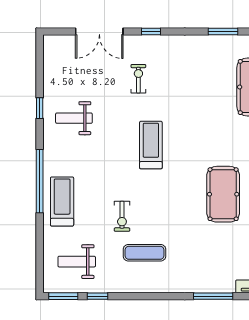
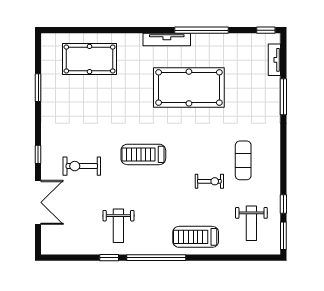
exercise bike: (138, 79) -> (82, 166), width x1.38, depth x1.39
window: (40, 181) -> (156, 258), moved
pool table: (223, 194) -> (189, 87), width x1.36, depth x1.32

